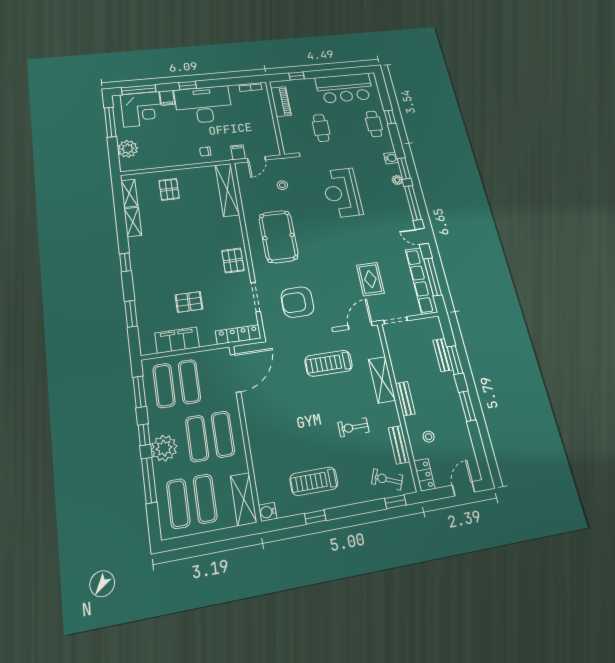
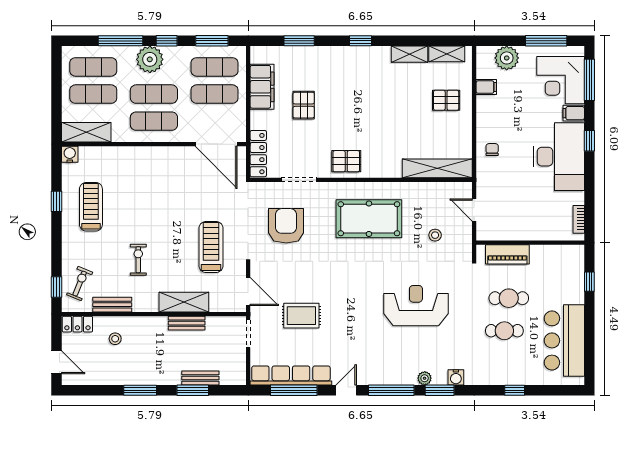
piano: (281, 102) -> (507, 254), moved
cafe table: (374, 124) -> (504, 331), moved
filing cabinet: (238, 152) -> (486, 87), moved
bench: (405, 399) -> (187, 323), moved

